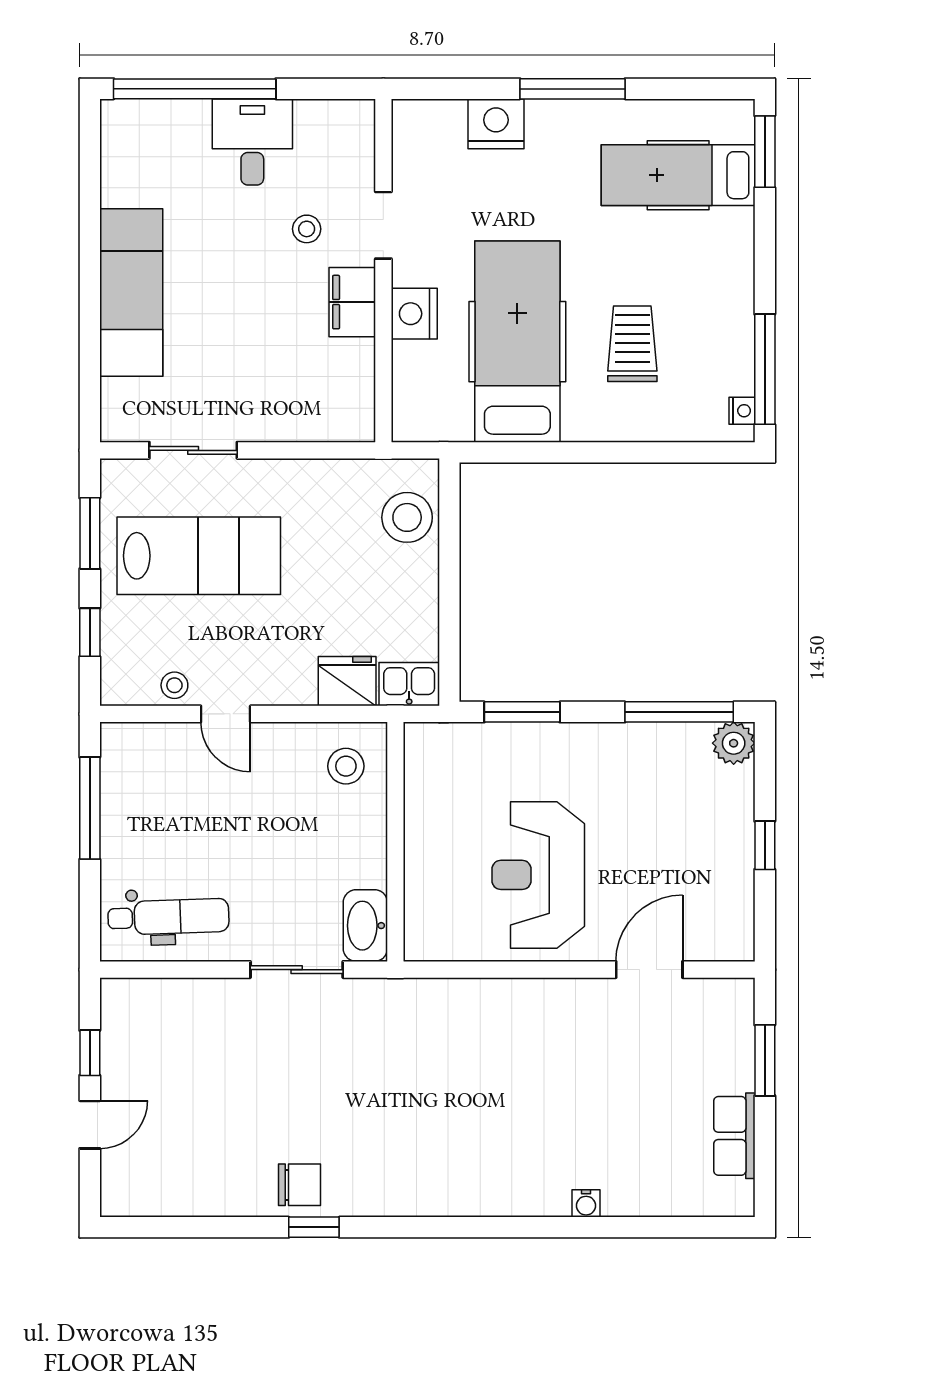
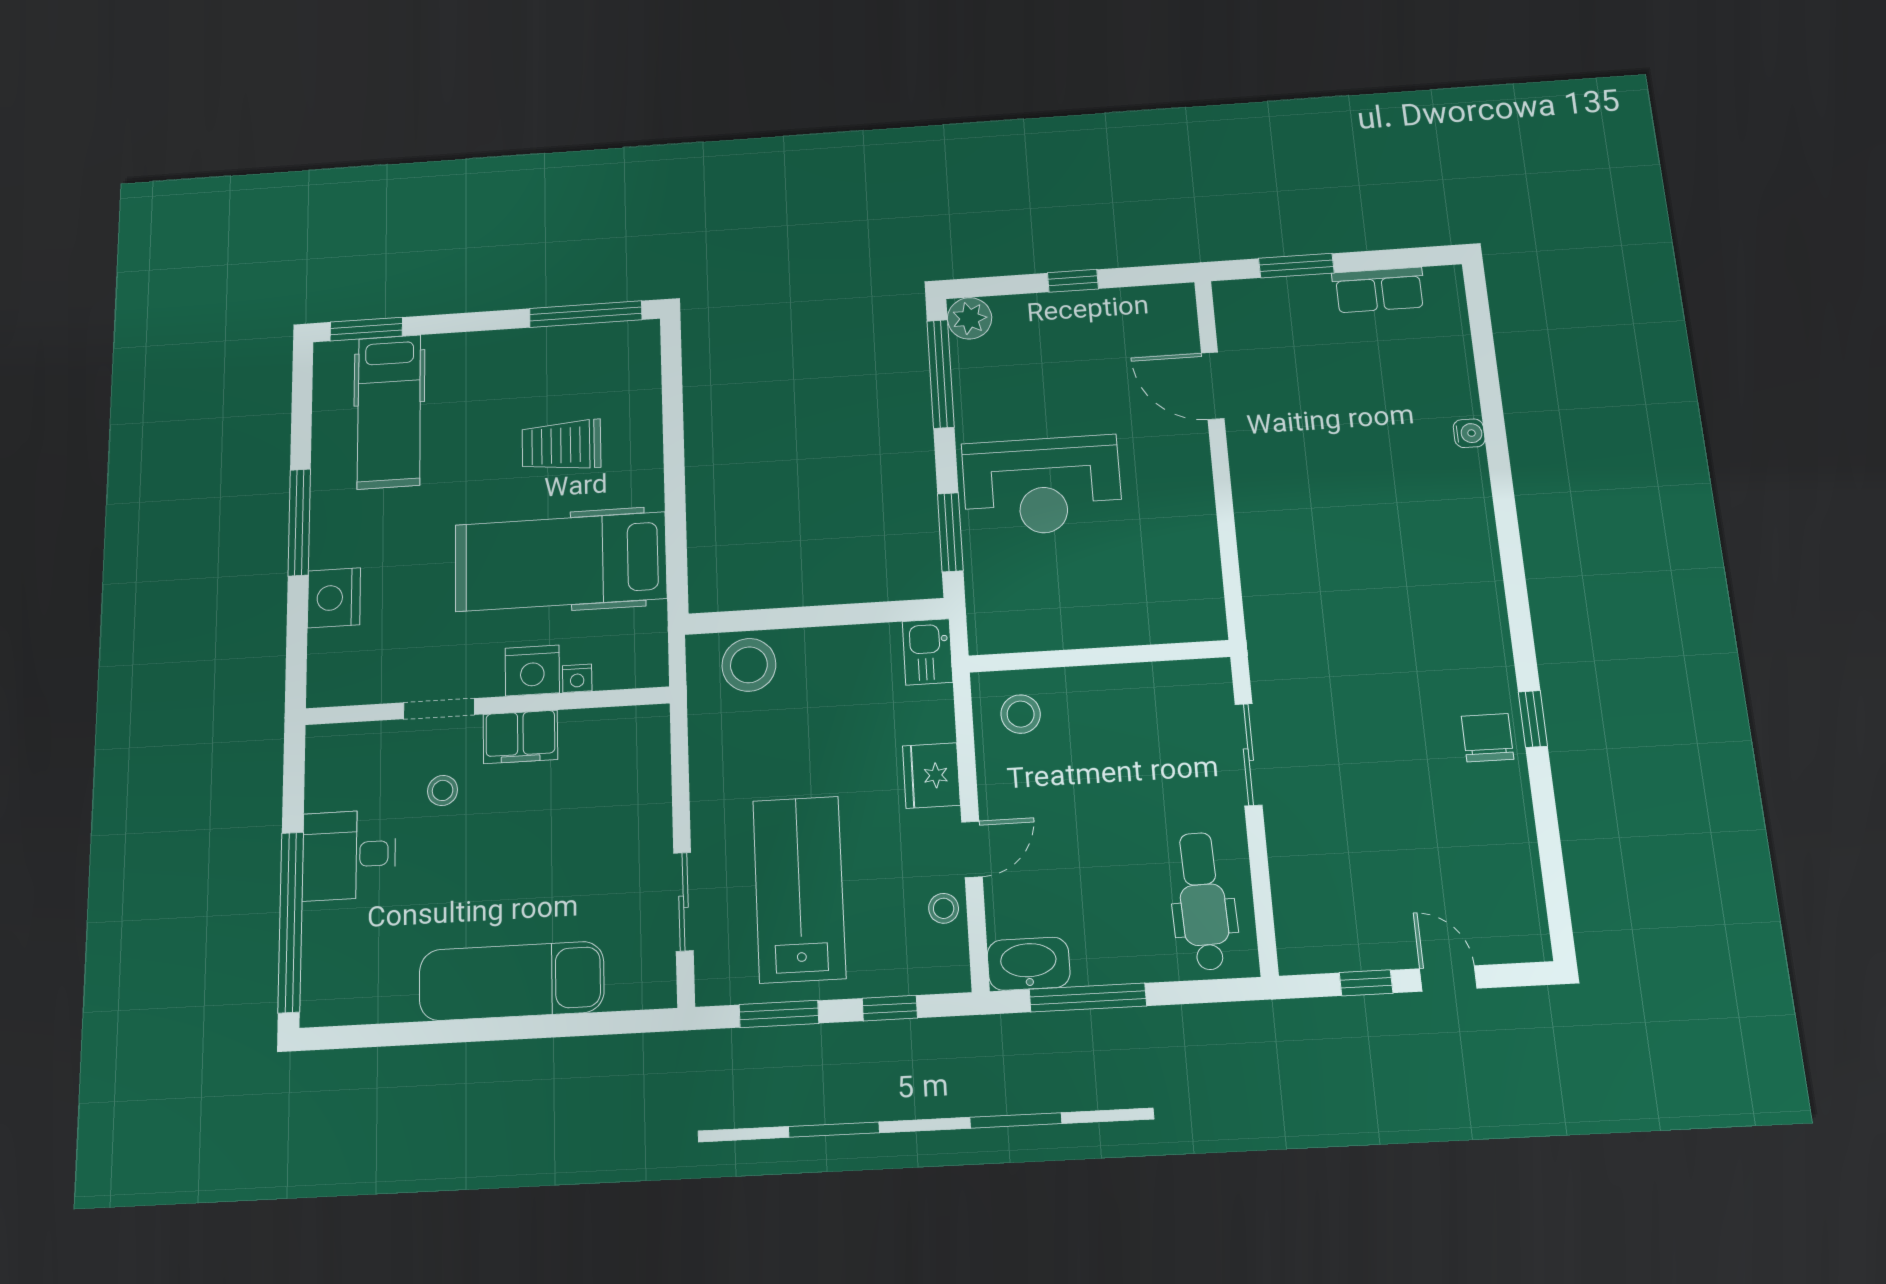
nightstand: (742, 411) -> (577, 678), moved, turned 180
fridge: (347, 681) -> (931, 776), moved
reception desk: (538, 875) -> (1042, 486), moved
washbasin: (365, 926) -> (1029, 964), moved, turned 180

